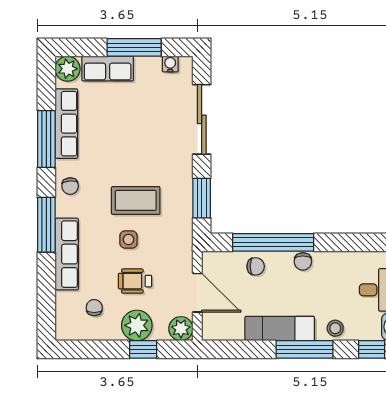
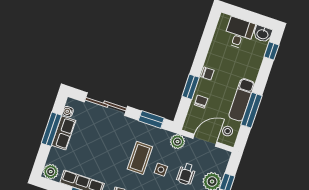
row of seats: (108, 69) -> (64, 133), moved
window: (273, 242) -> (191, 87), width x0.47
stool: (335, 328) -> (228, 131), moved
plant: (181, 329) -> (177, 142), moved
window: (304, 349) -> (251, 110), moved

